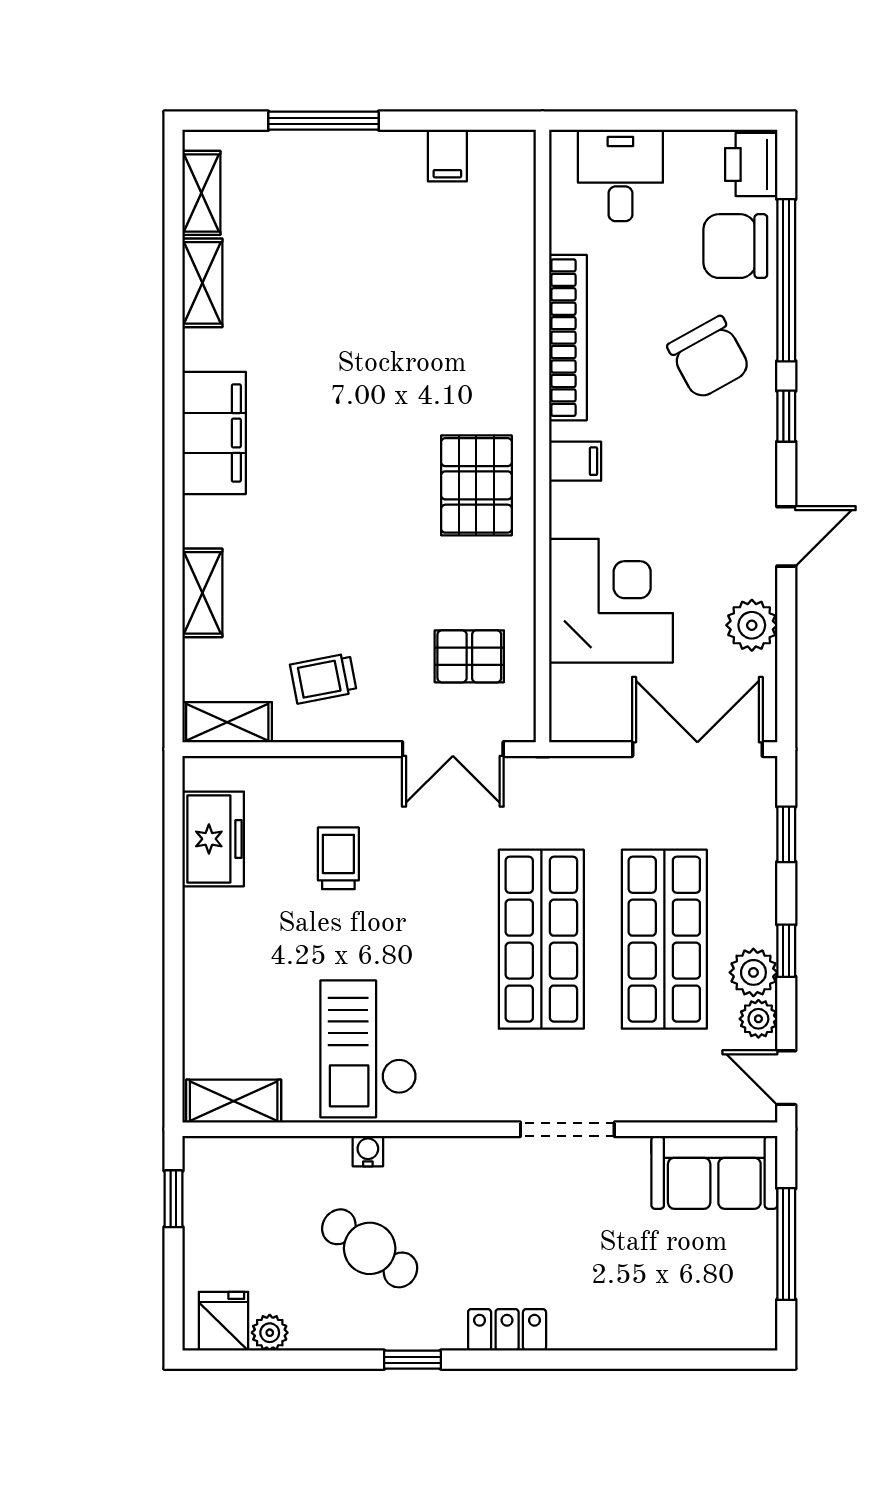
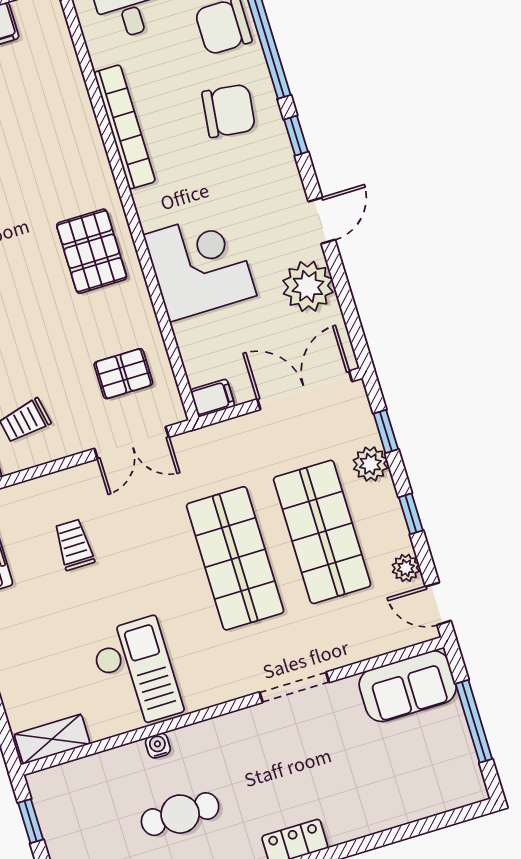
chair: (709, 358) -> (229, 111), turned -54
filing cabinet: (575, 461) -> (213, 398), moved
corner desk: (611, 601) -> (200, 265), moved
plant: (752, 625) -> (308, 286), width x1.36, depth x1.36
plant: (753, 972) -> (370, 464), moved
checkout: (368, 1049) -> (136, 673), turned 180
cafe table: (370, 1248) -> (180, 814), turned -35

